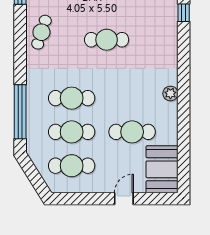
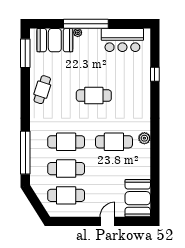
cafe table: (132, 132) -> (114, 142), moved

